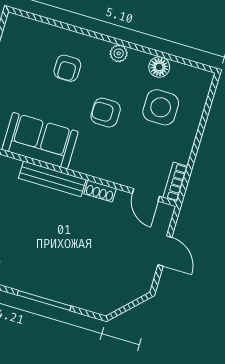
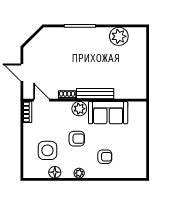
armchair: (67, 68) -> (105, 157), turned 90
plant: (86, 162) -> (79, 109), added

